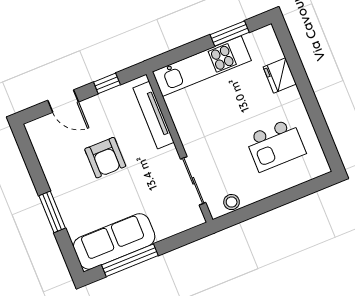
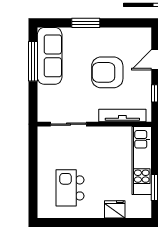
armchair: (105, 158) -> (107, 72), width x1.36, depth x1.36
stool: (232, 202) -> (44, 144), removed

